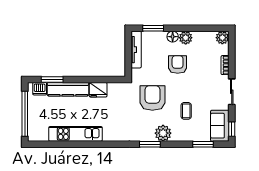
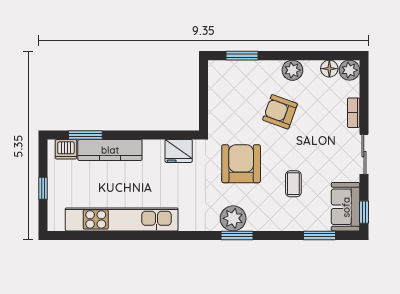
floor lamp: (173, 37) -> (329, 69), moved
tv unit: (136, 50) -> (216, 89), removed
armchair: (178, 64) -> (280, 112), turned -70
fridge: (98, 90) -> (179, 151), moved
window: (25, 114) -> (43, 188), width x0.32
plant: (163, 133) -> (233, 218), moved
kitchen unit: (76, 134) -> (122, 219), width x1.36

